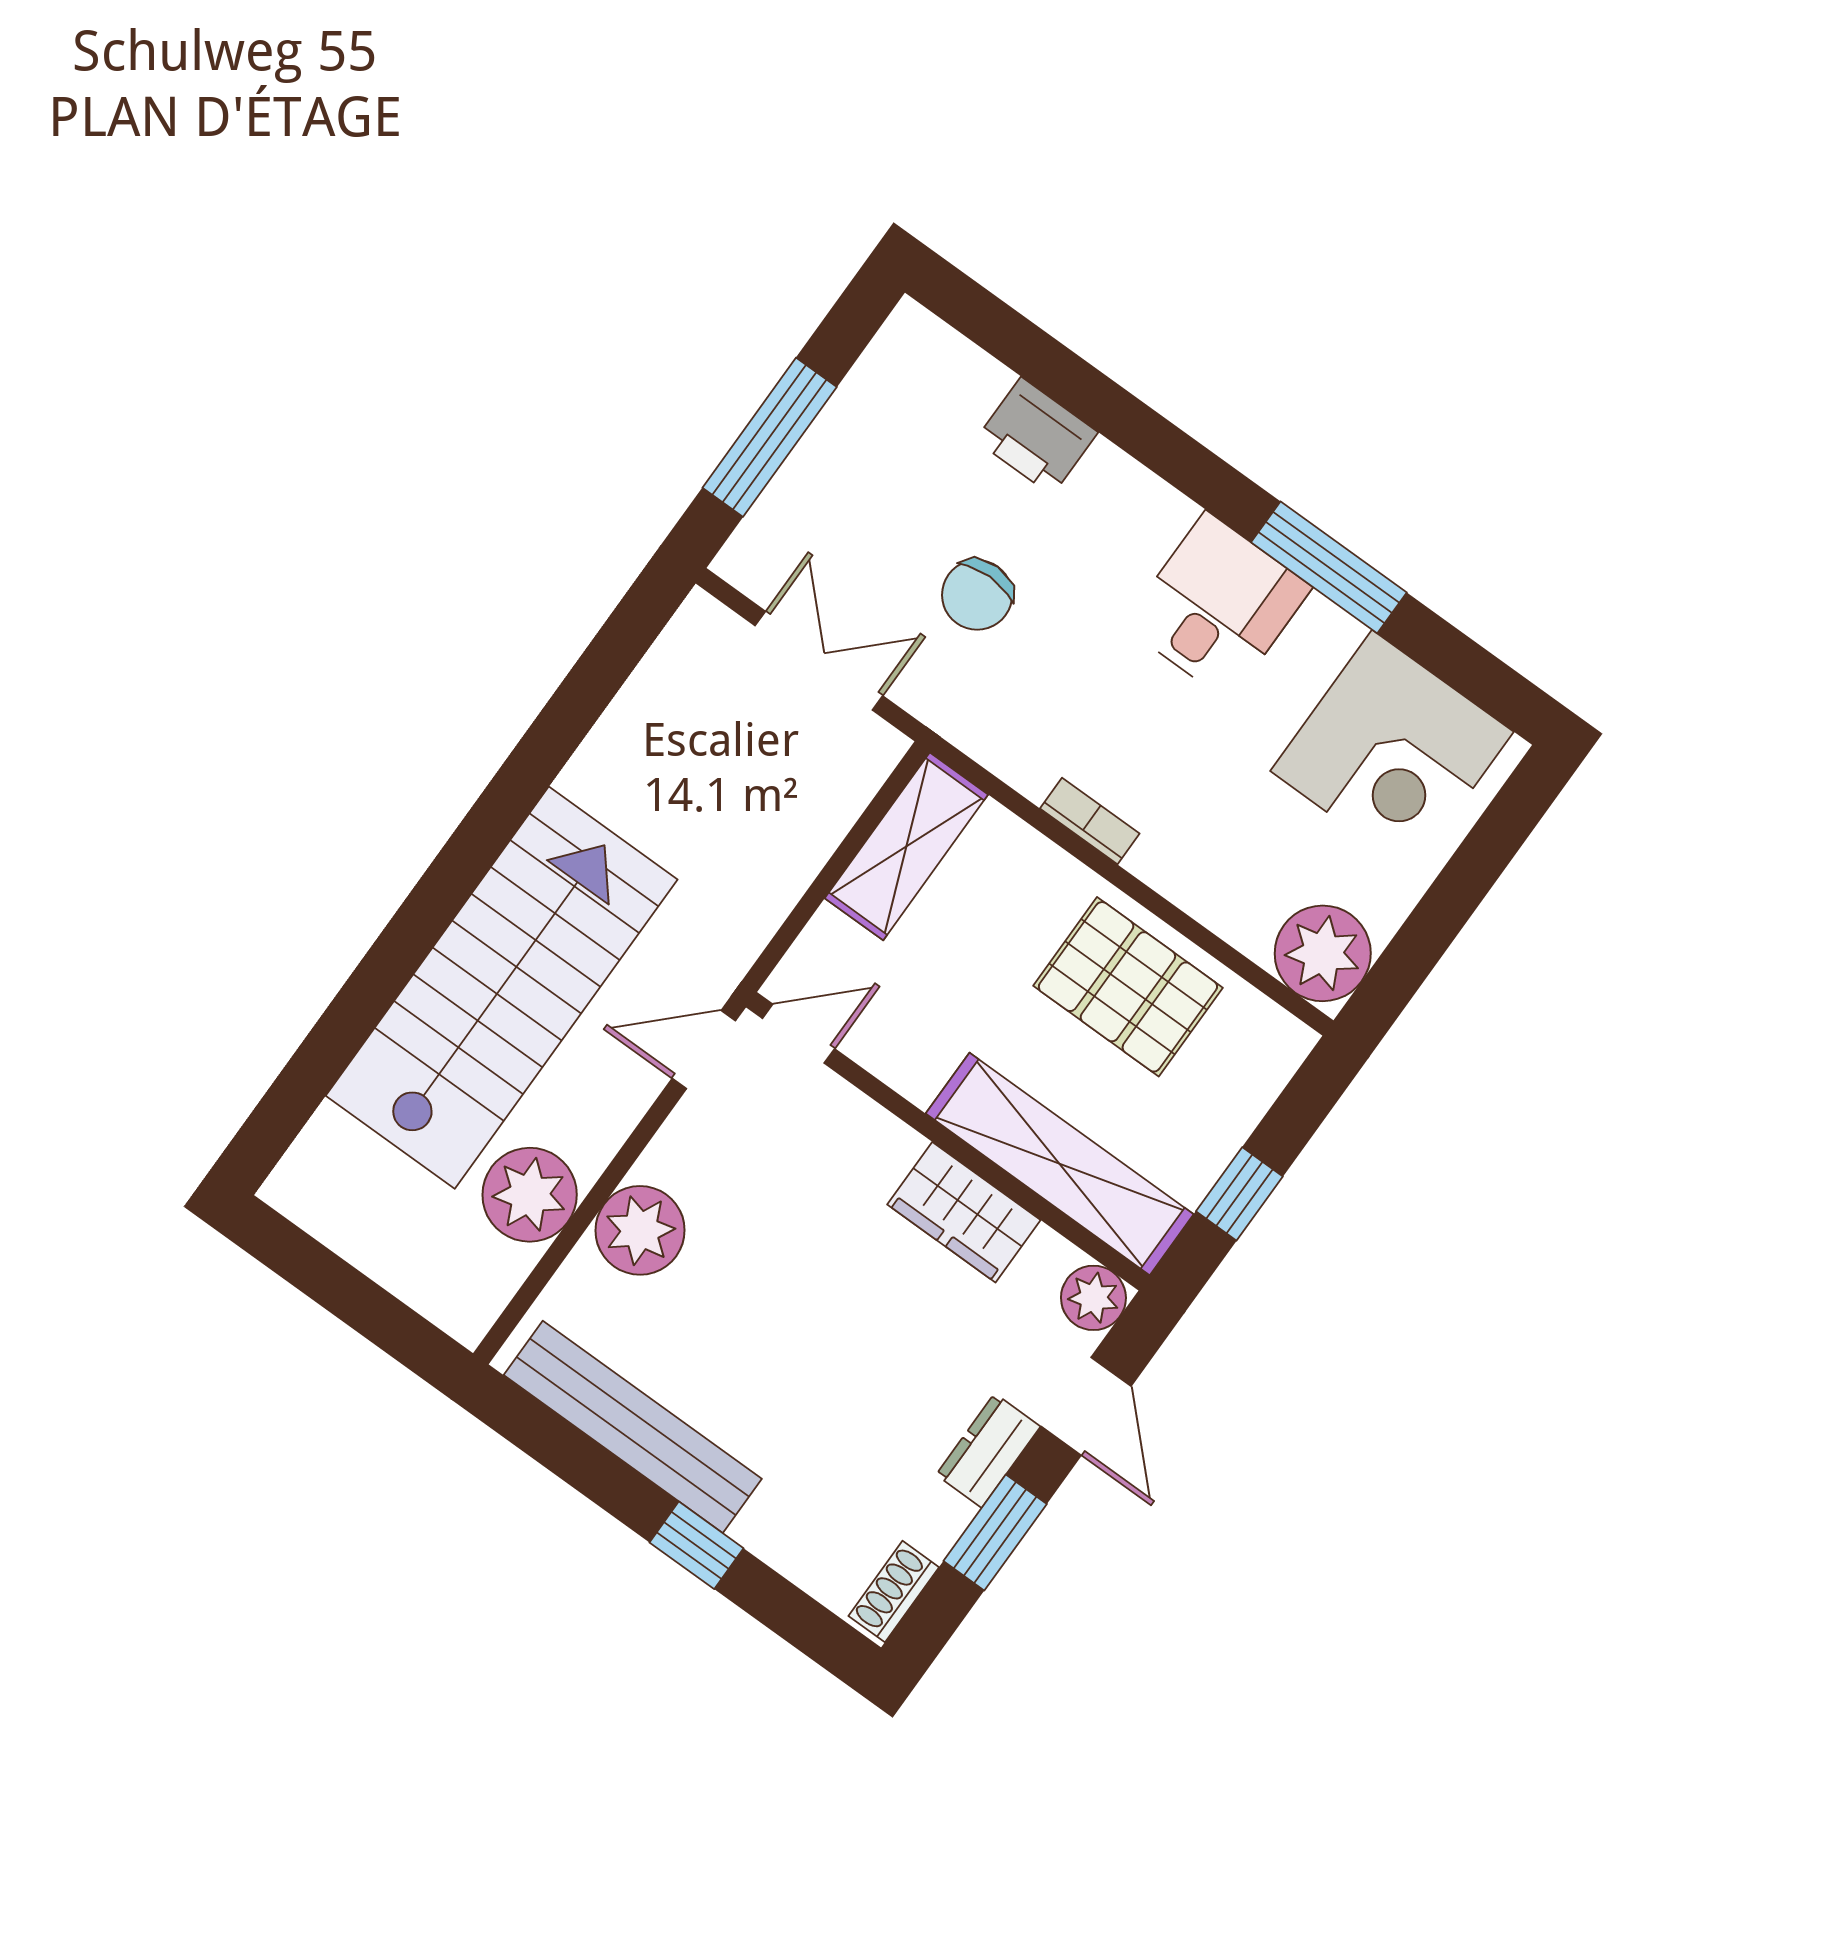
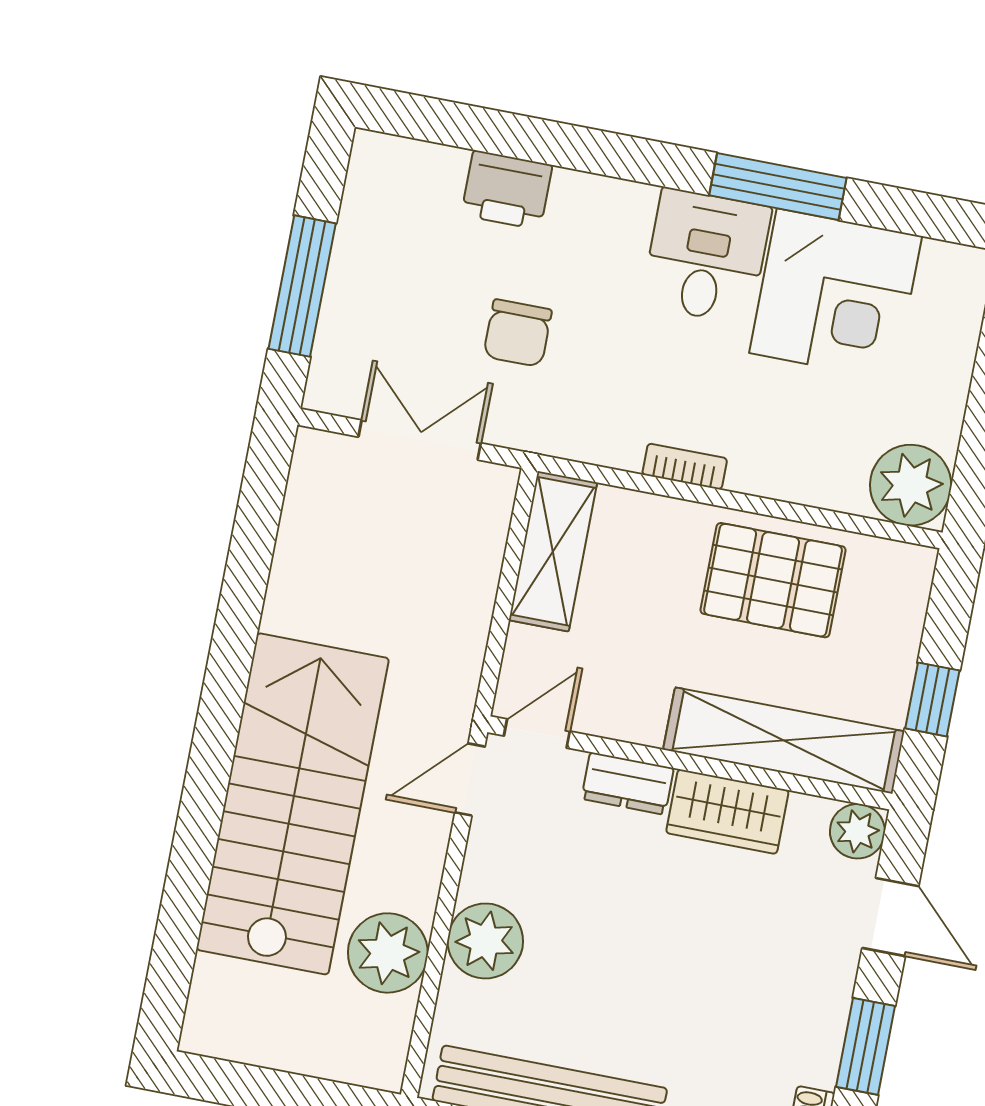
corner desk: (1392, 751) -> (836, 295), moved
dresser: (988, 1451) -> (628, 784), moved, turned -90

